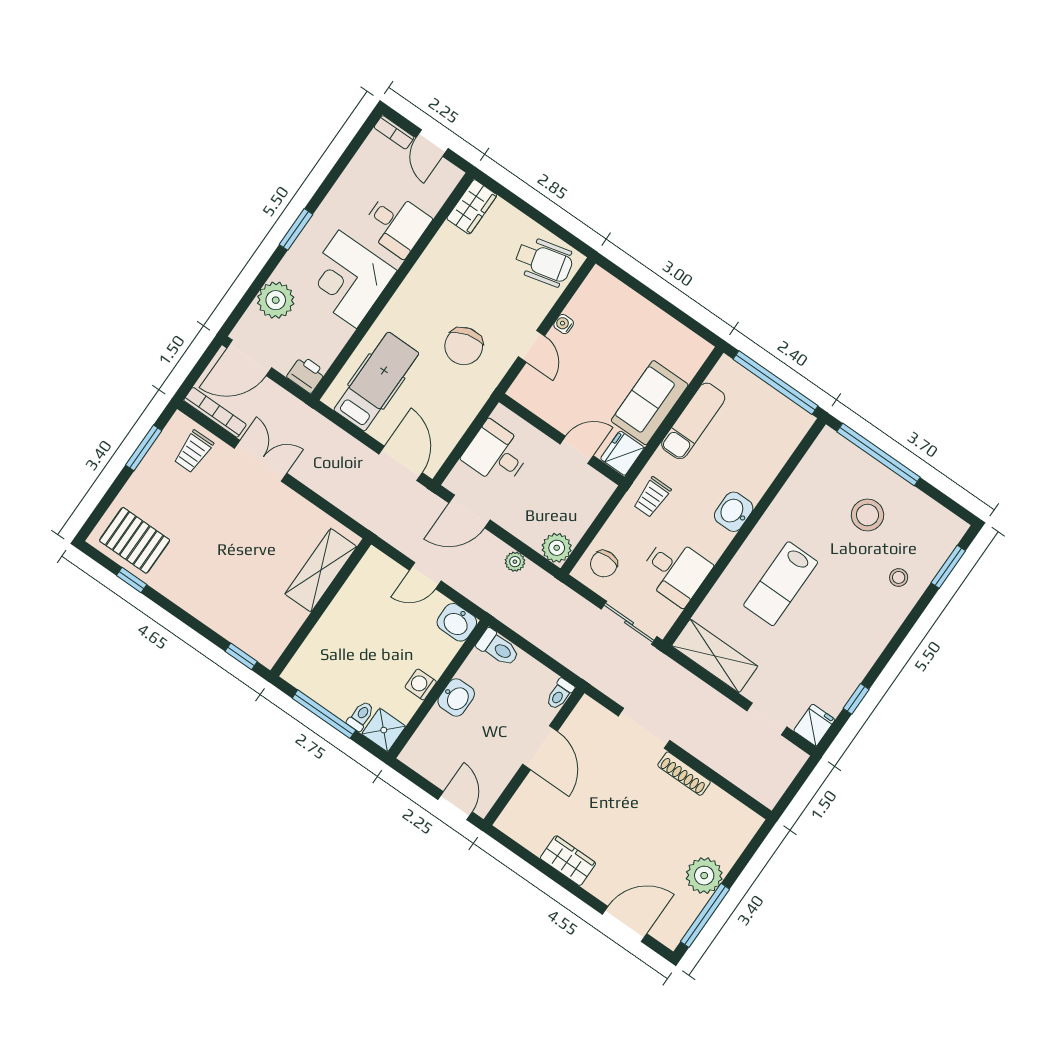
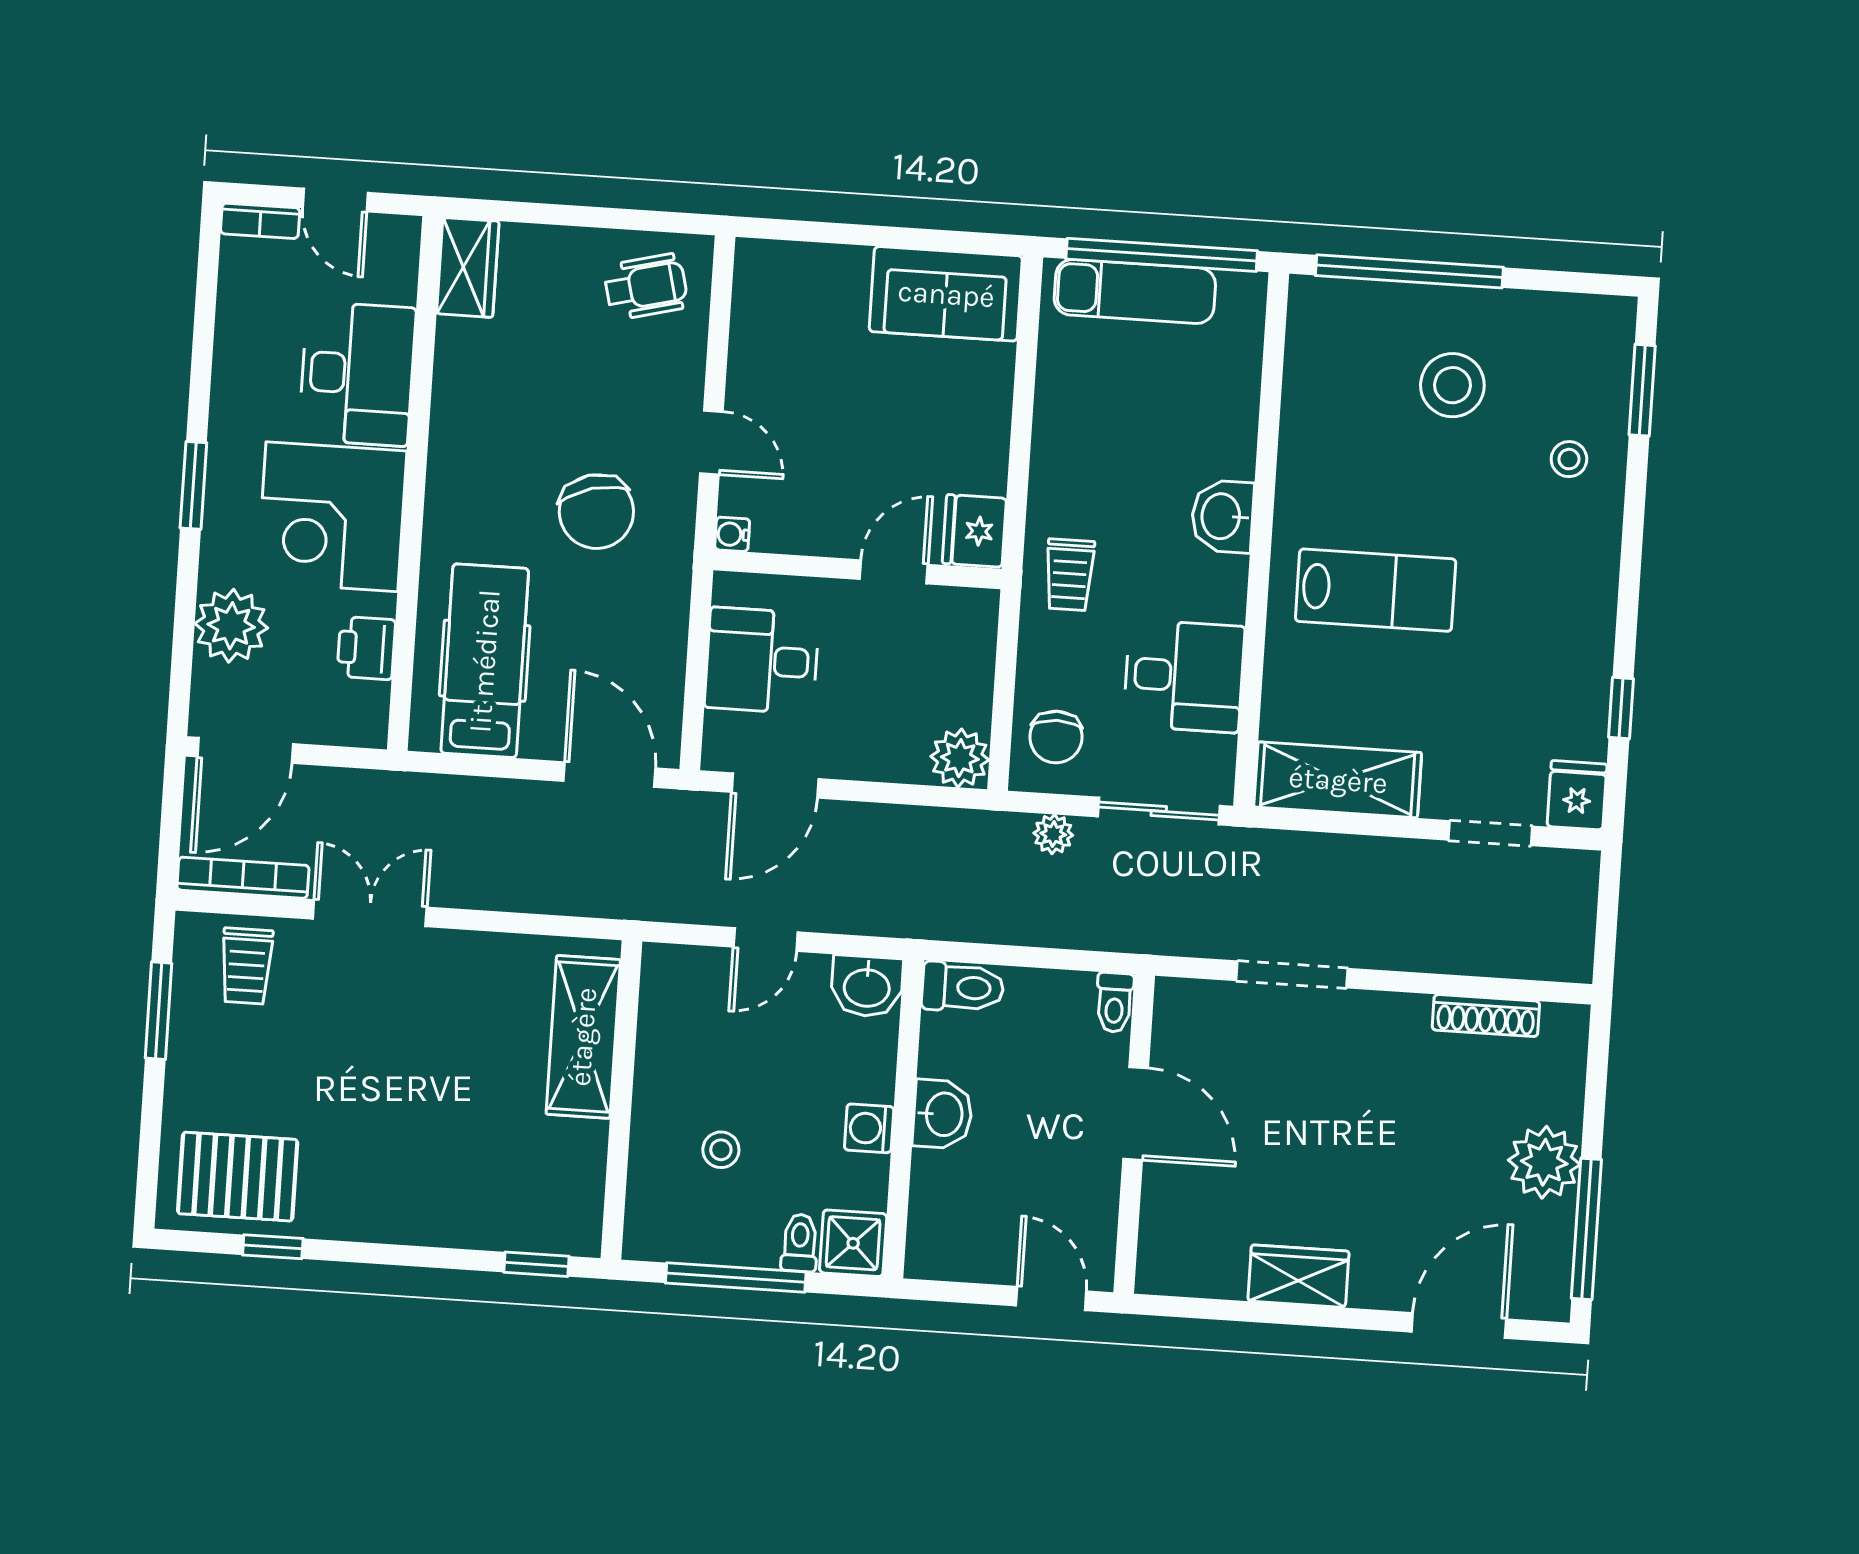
desk: (396, 224) -> (357, 374), width x1.37
wheelchair: (544, 262) -> (646, 287), width x0.73, depth x0.73
water cooler: (564, 324) -> (732, 534), moved
printer: (306, 374) -> (366, 648), moved, turned -90
sofa: (650, 403) -> (946, 294), moved, turned -90
exam couch: (693, 421) -> (1135, 291), moved, turned 90
plant: (515, 562) -> (1053, 834), moved
lab bench: (781, 584) -> (1376, 590), turned -90
stool: (351, 655) -> (721, 1150), added
shoe rack: (684, 774) -> (1486, 1016), moved

